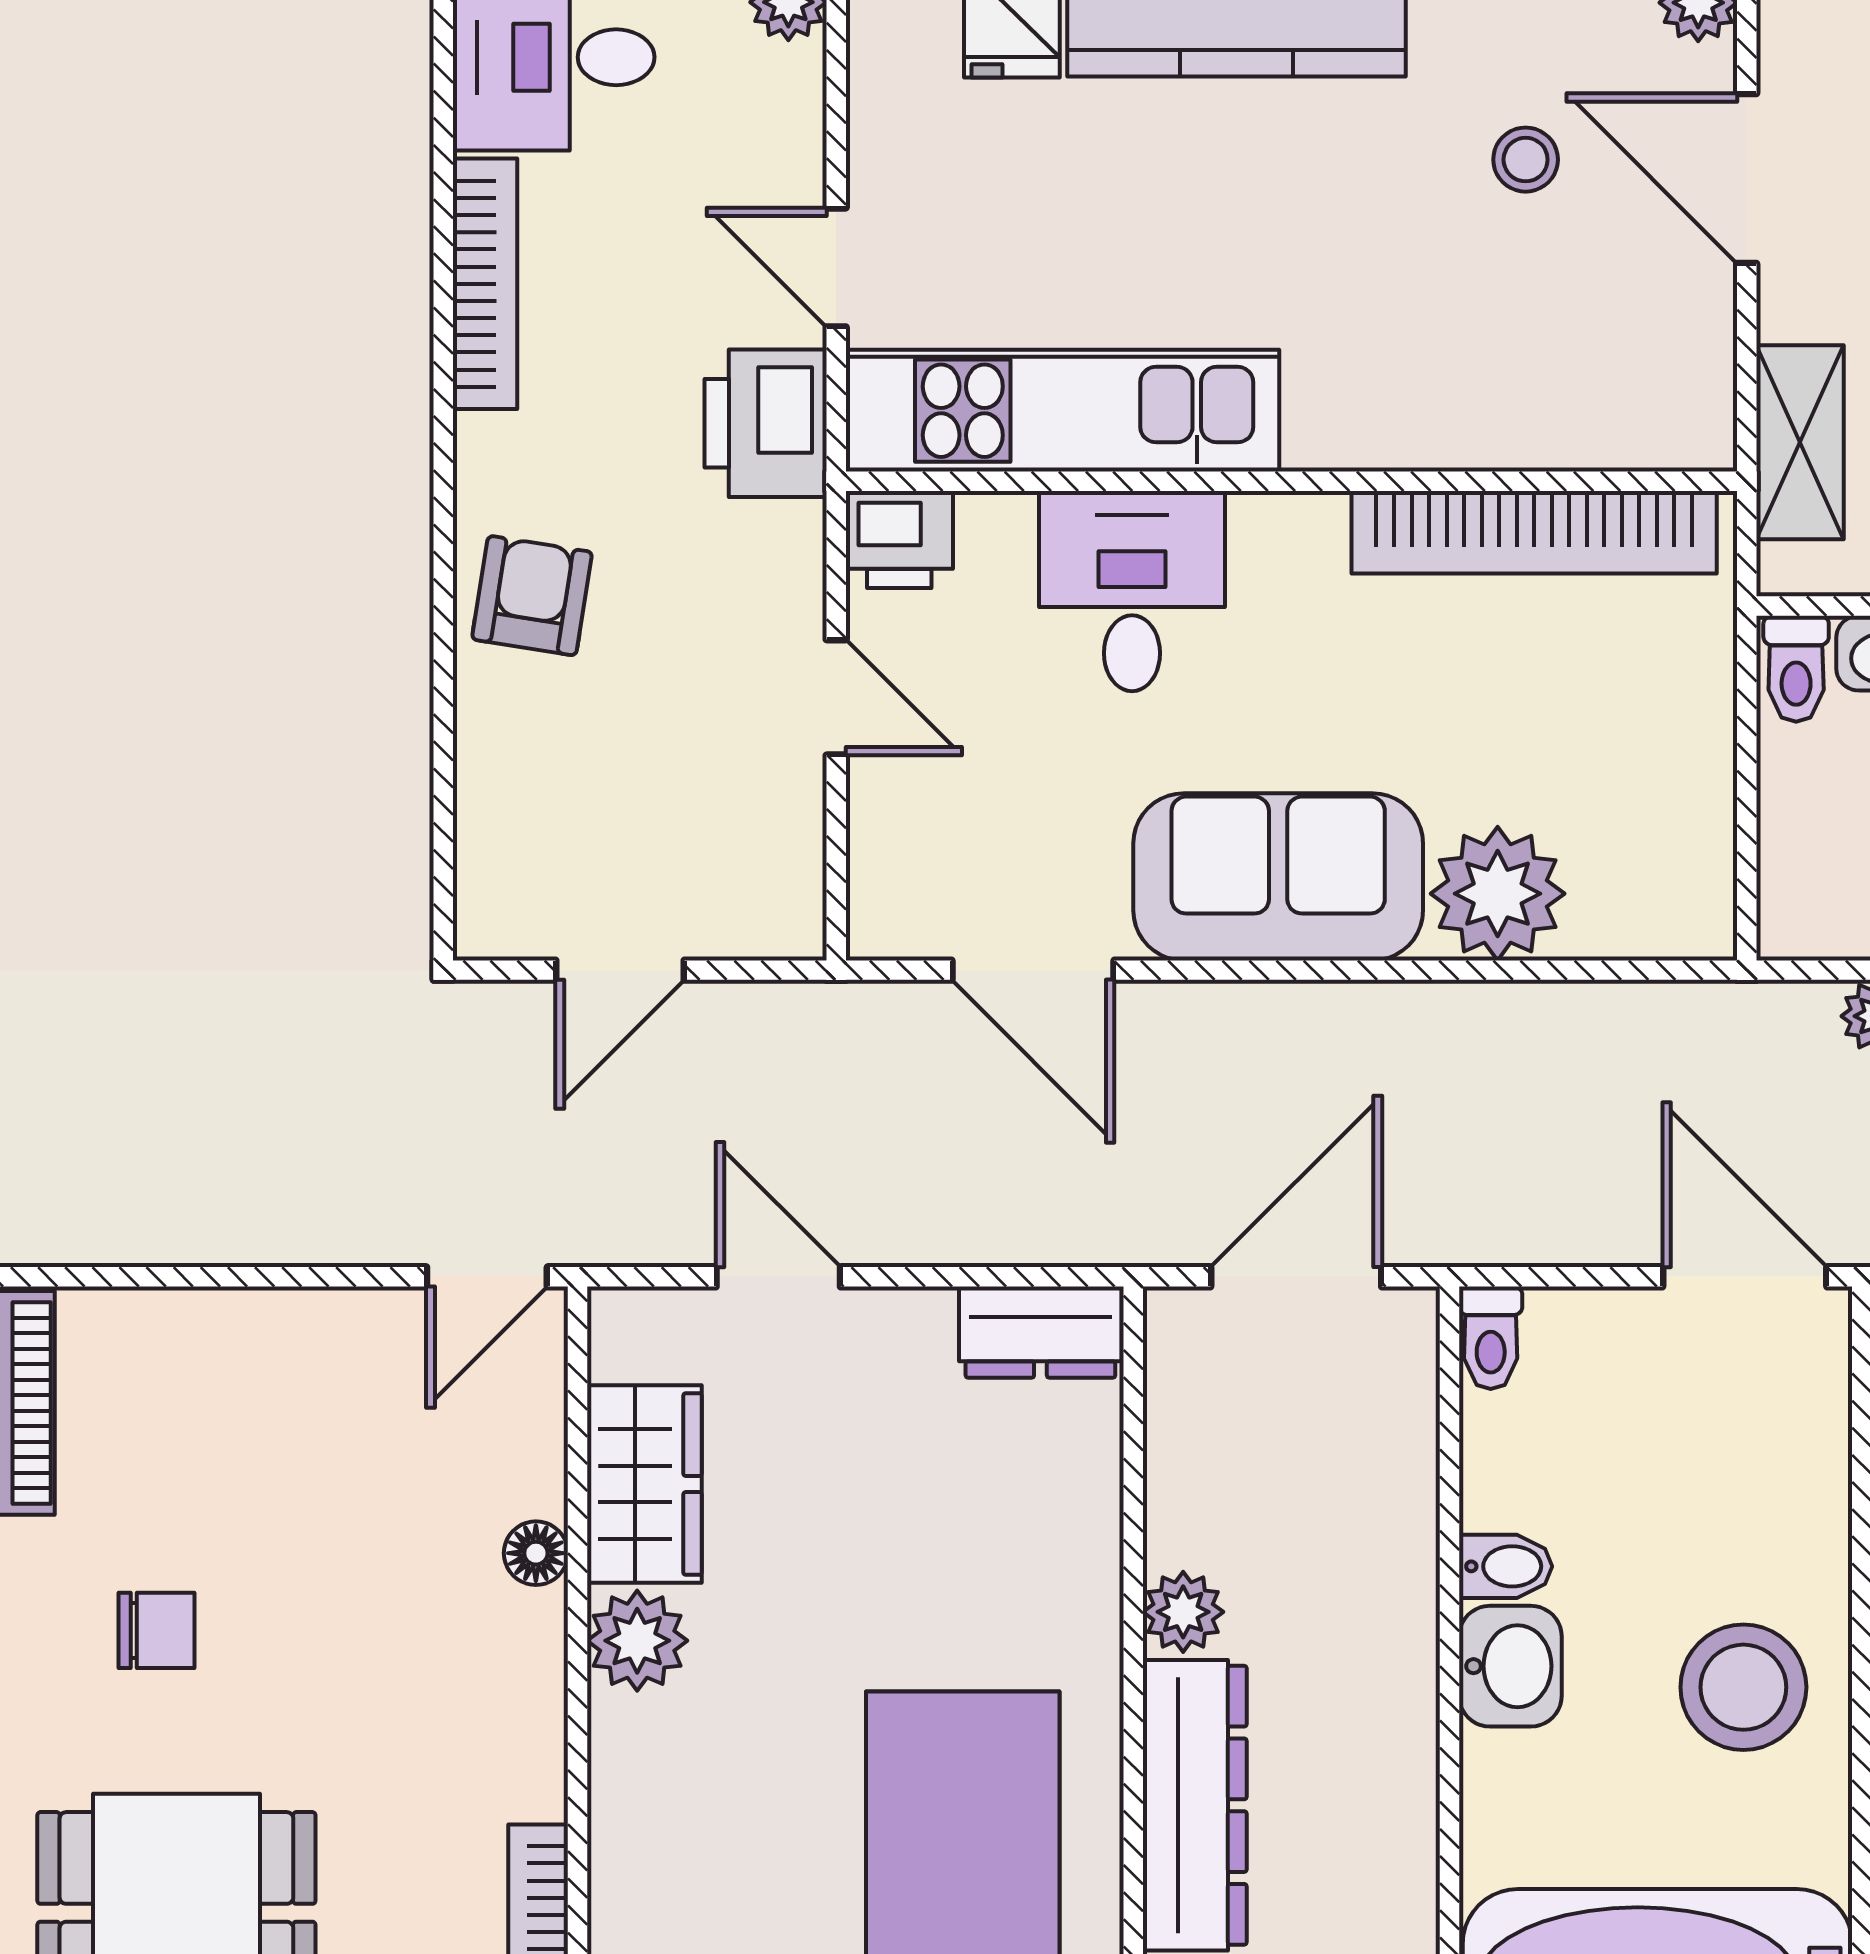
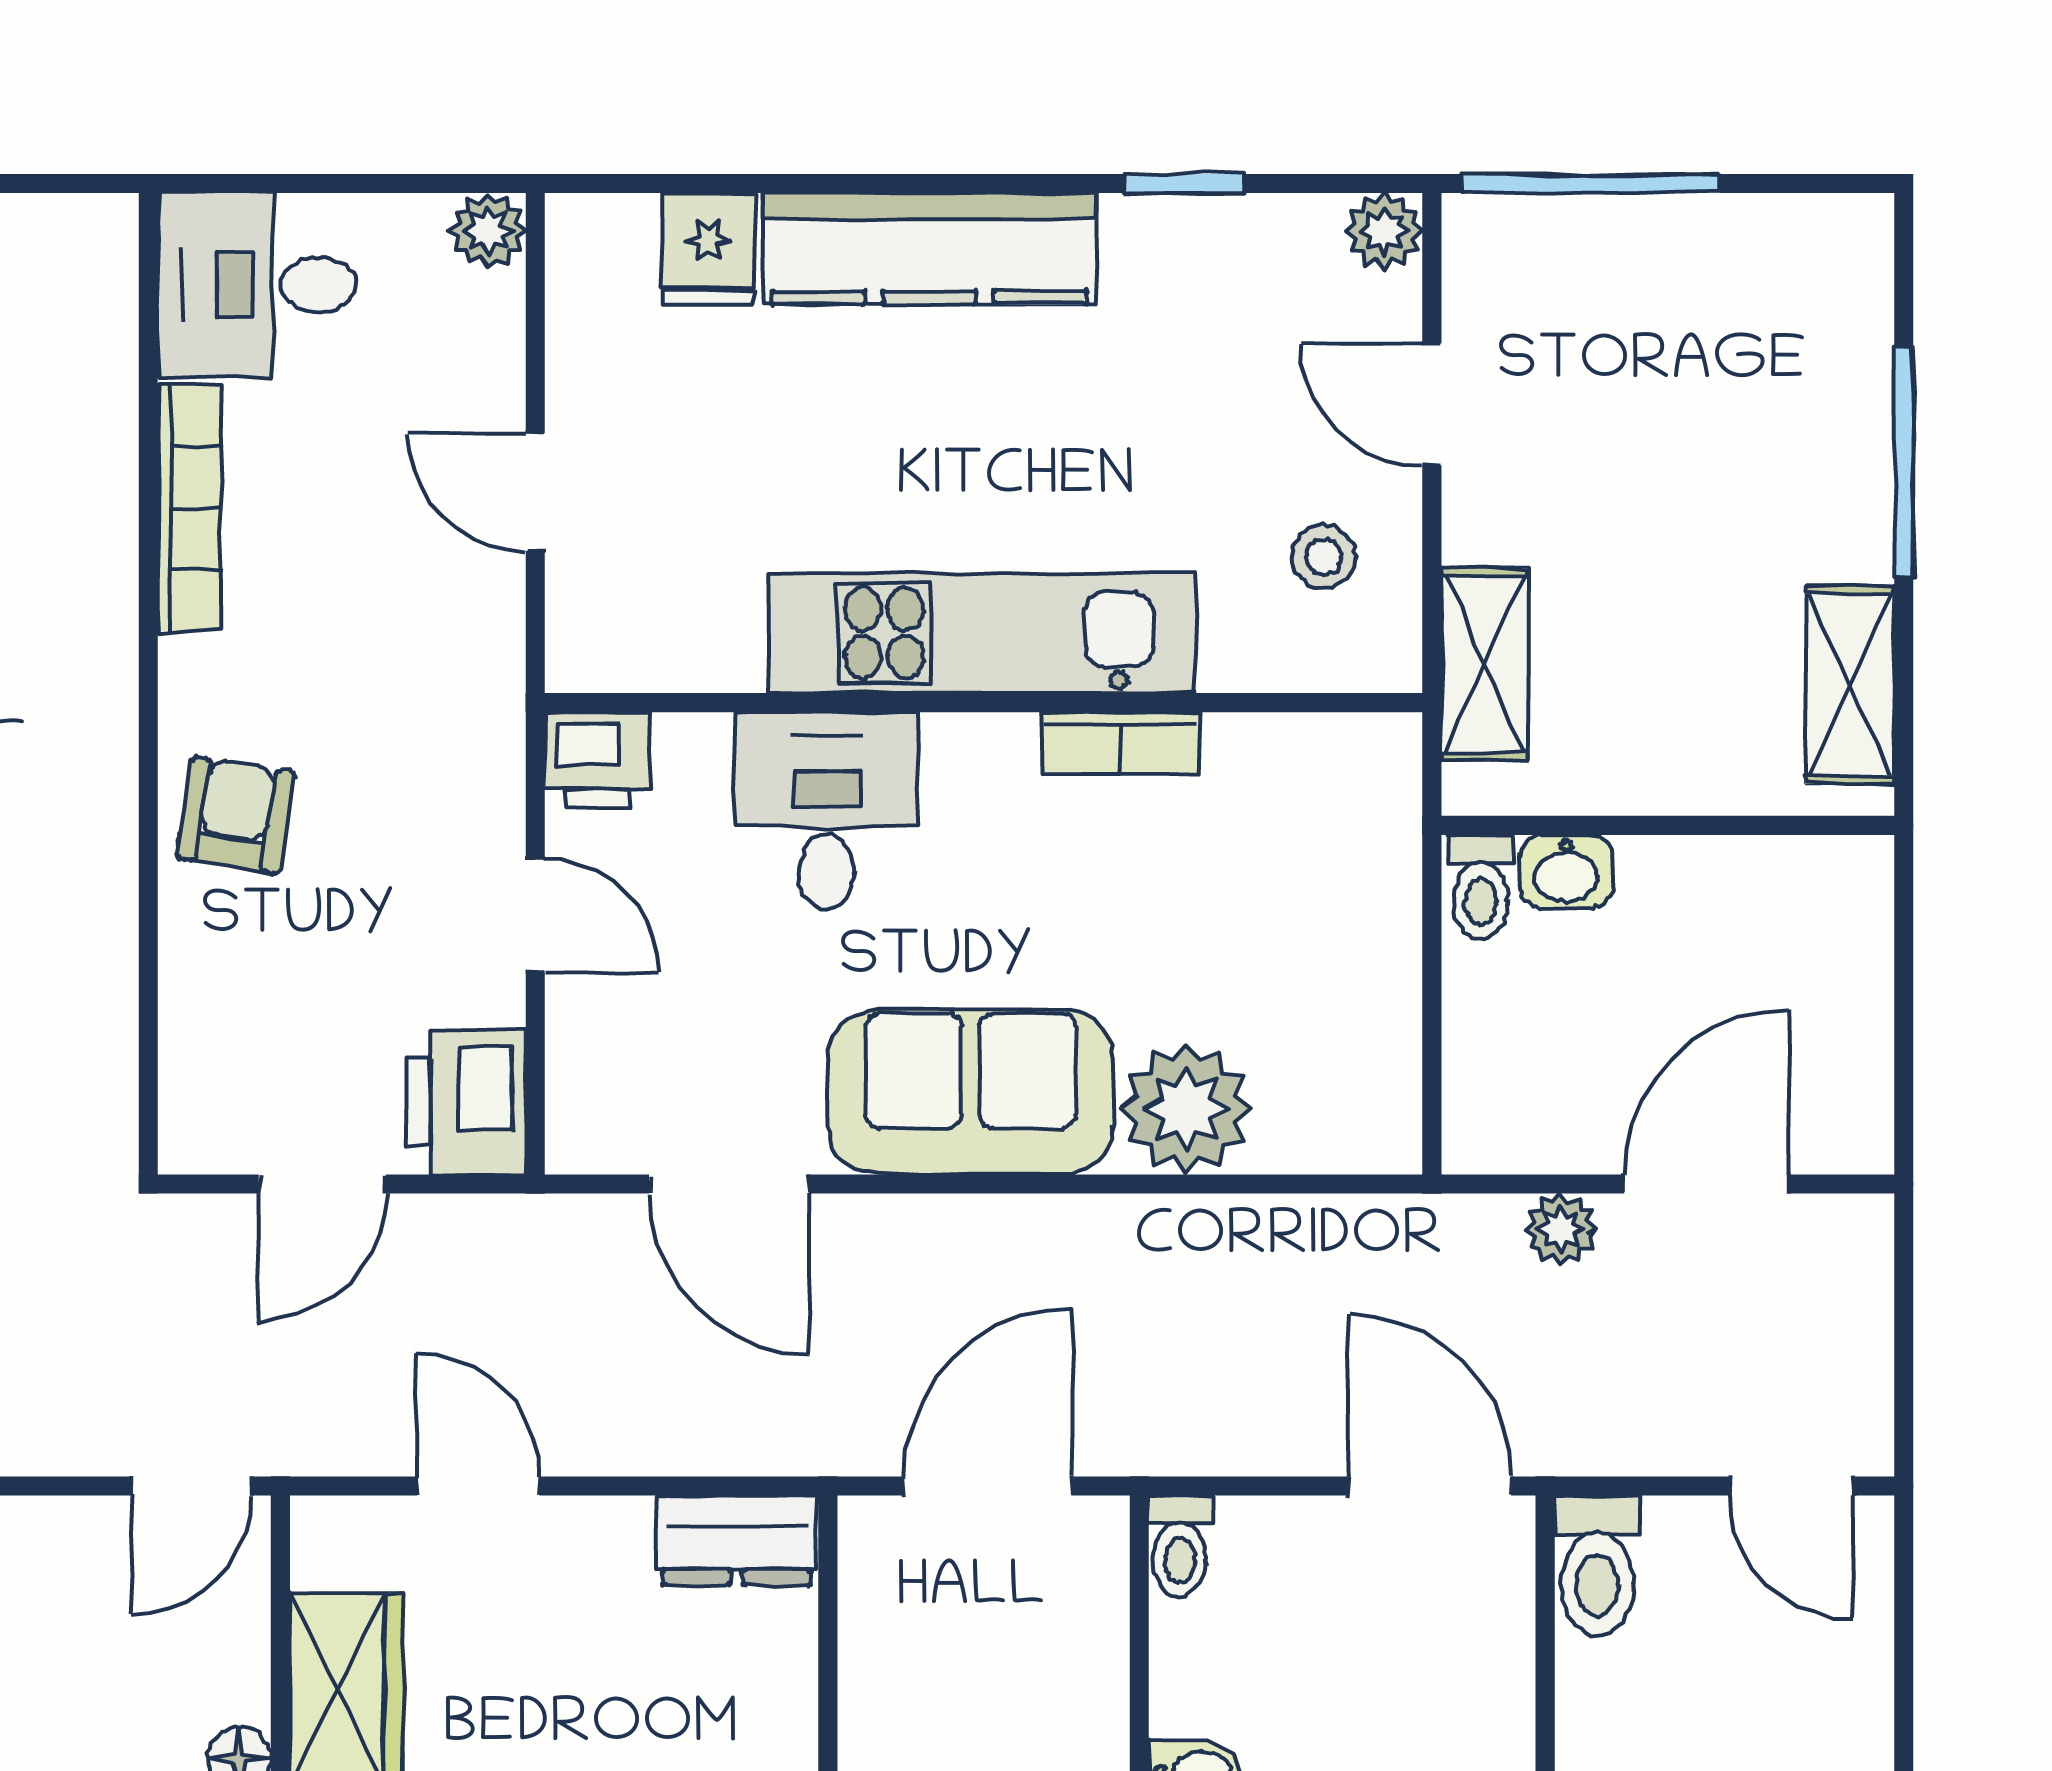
stool: (1526, 160) -> (1323, 557), moved
door: (1747, 178) -> (1432, 404), width x0.73
kitchen unit: (1062, 411) -> (982, 633), moved
printer: (766, 423) -> (466, 1102), moved
bookcase: (1534, 532) -> (1121, 743), width x0.43, depth x0.76

